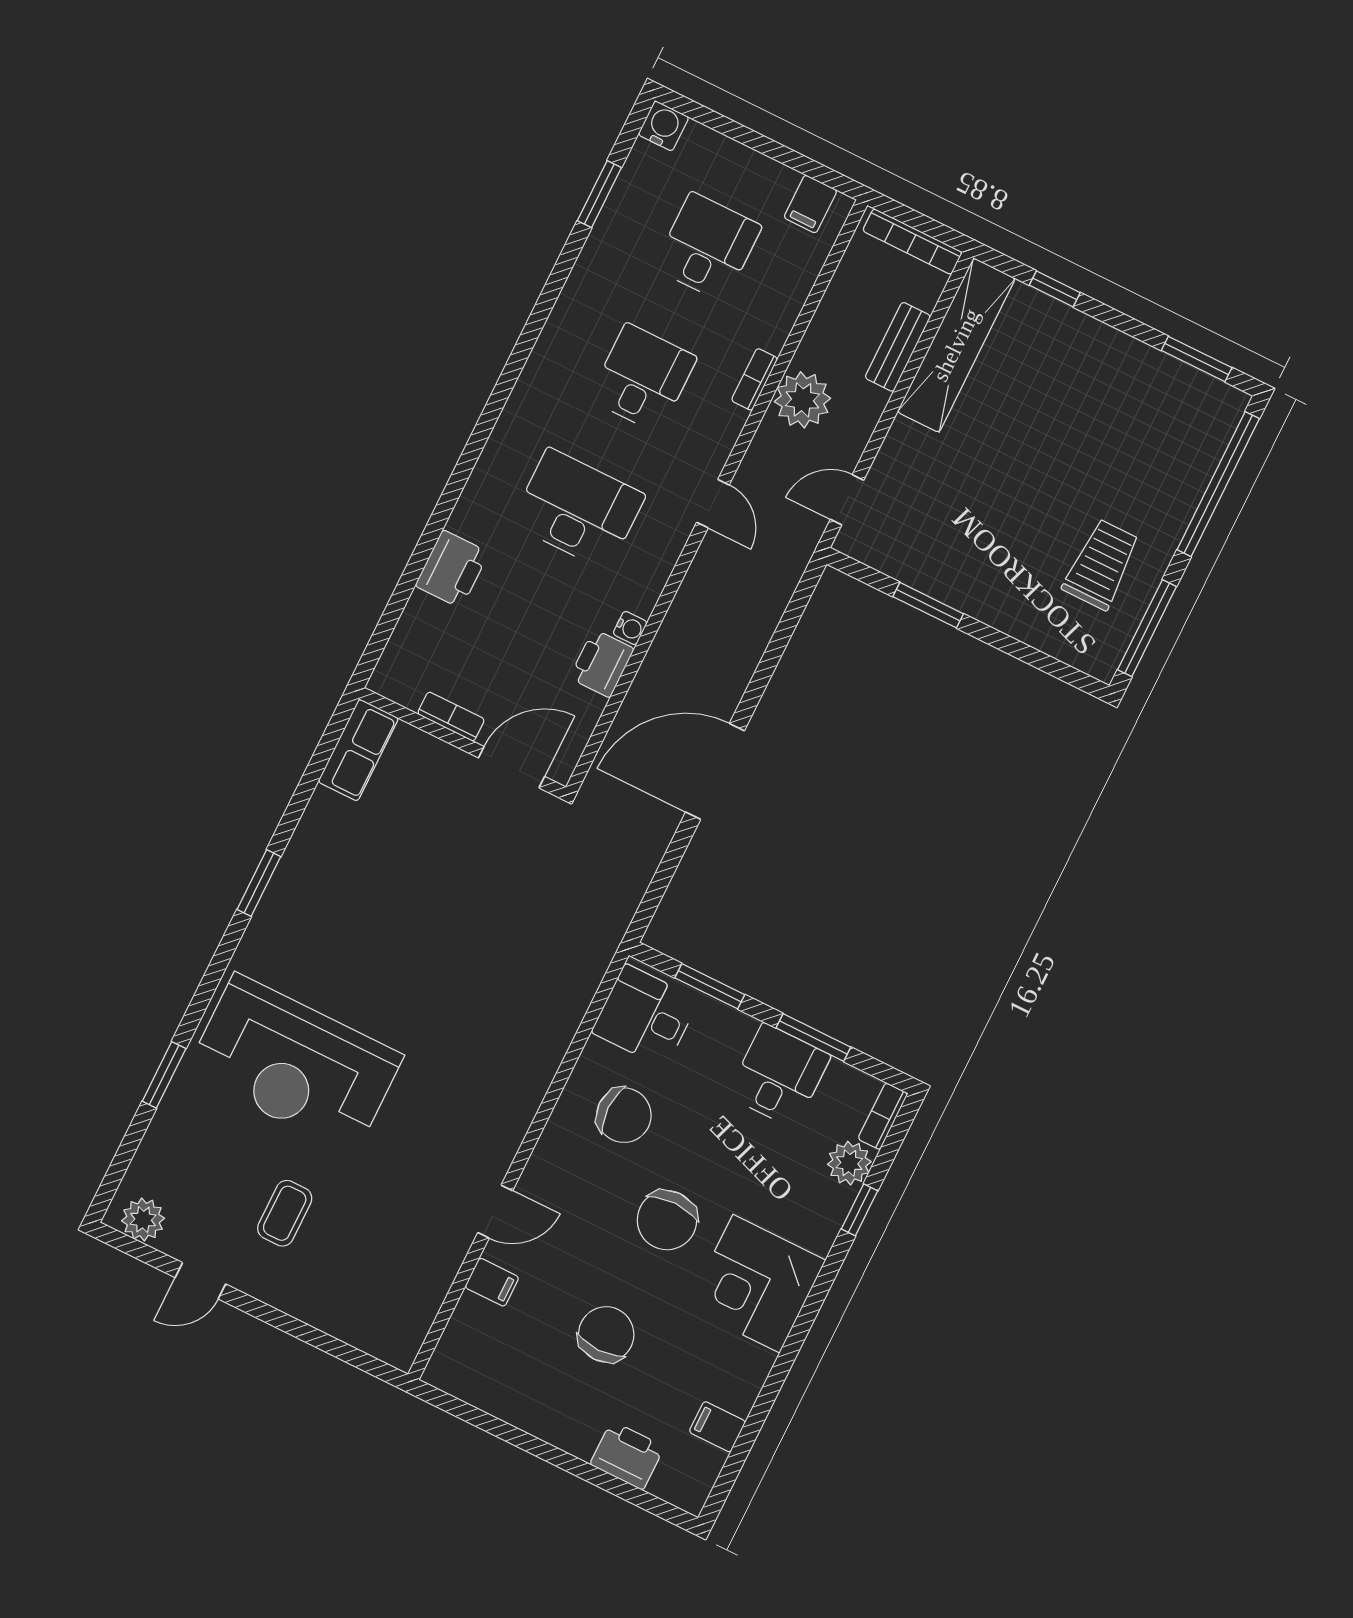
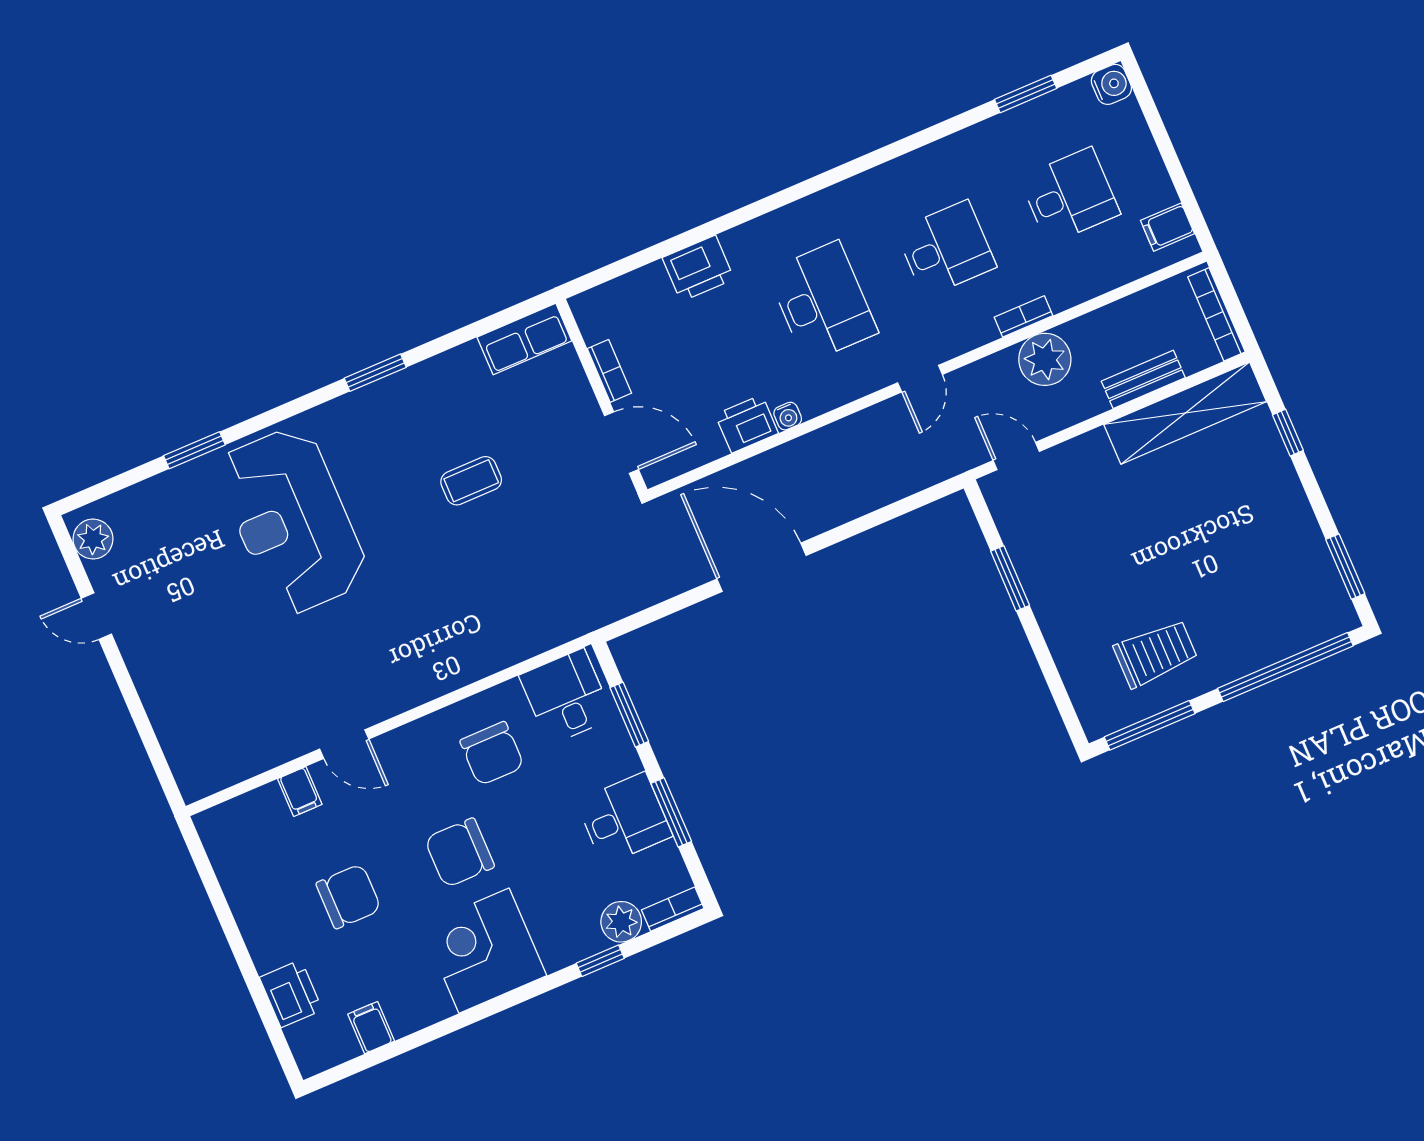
coffee table: (285, 1213) -> (471, 481), moved

